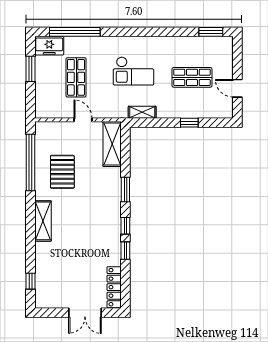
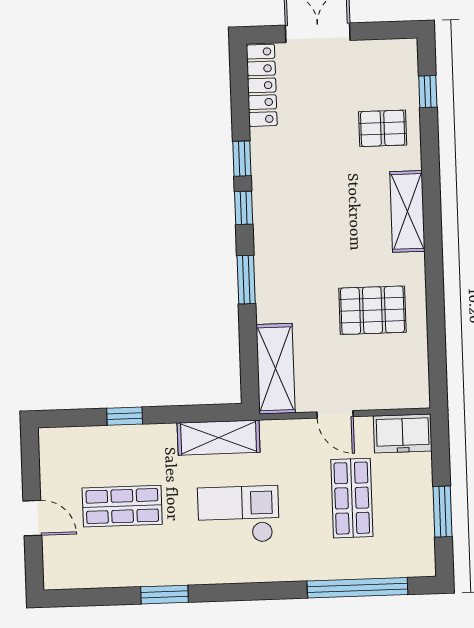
window: (211, 32) -> (165, 595), moved
freezer: (49, 46) -> (403, 433), moved, turned 180
door: (237, 88) -> (32, 518), moved
shelving: (142, 112) -> (219, 438), width x1.50, depth x1.33
window: (31, 162) -> (436, 326), removed
pallet: (62, 172) -> (372, 310), turned 90
pallet: (54, 263) -> (383, 128), added

